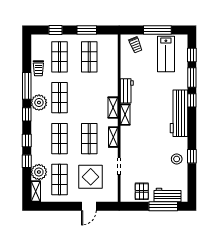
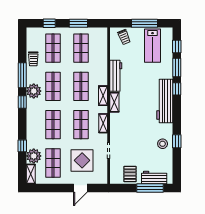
workbench: (127, 91) -> (116, 76), width x1.38
shop shelf: (89, 98) -> (81, 86), added
window: (27, 141) -> (22, 127), removed

